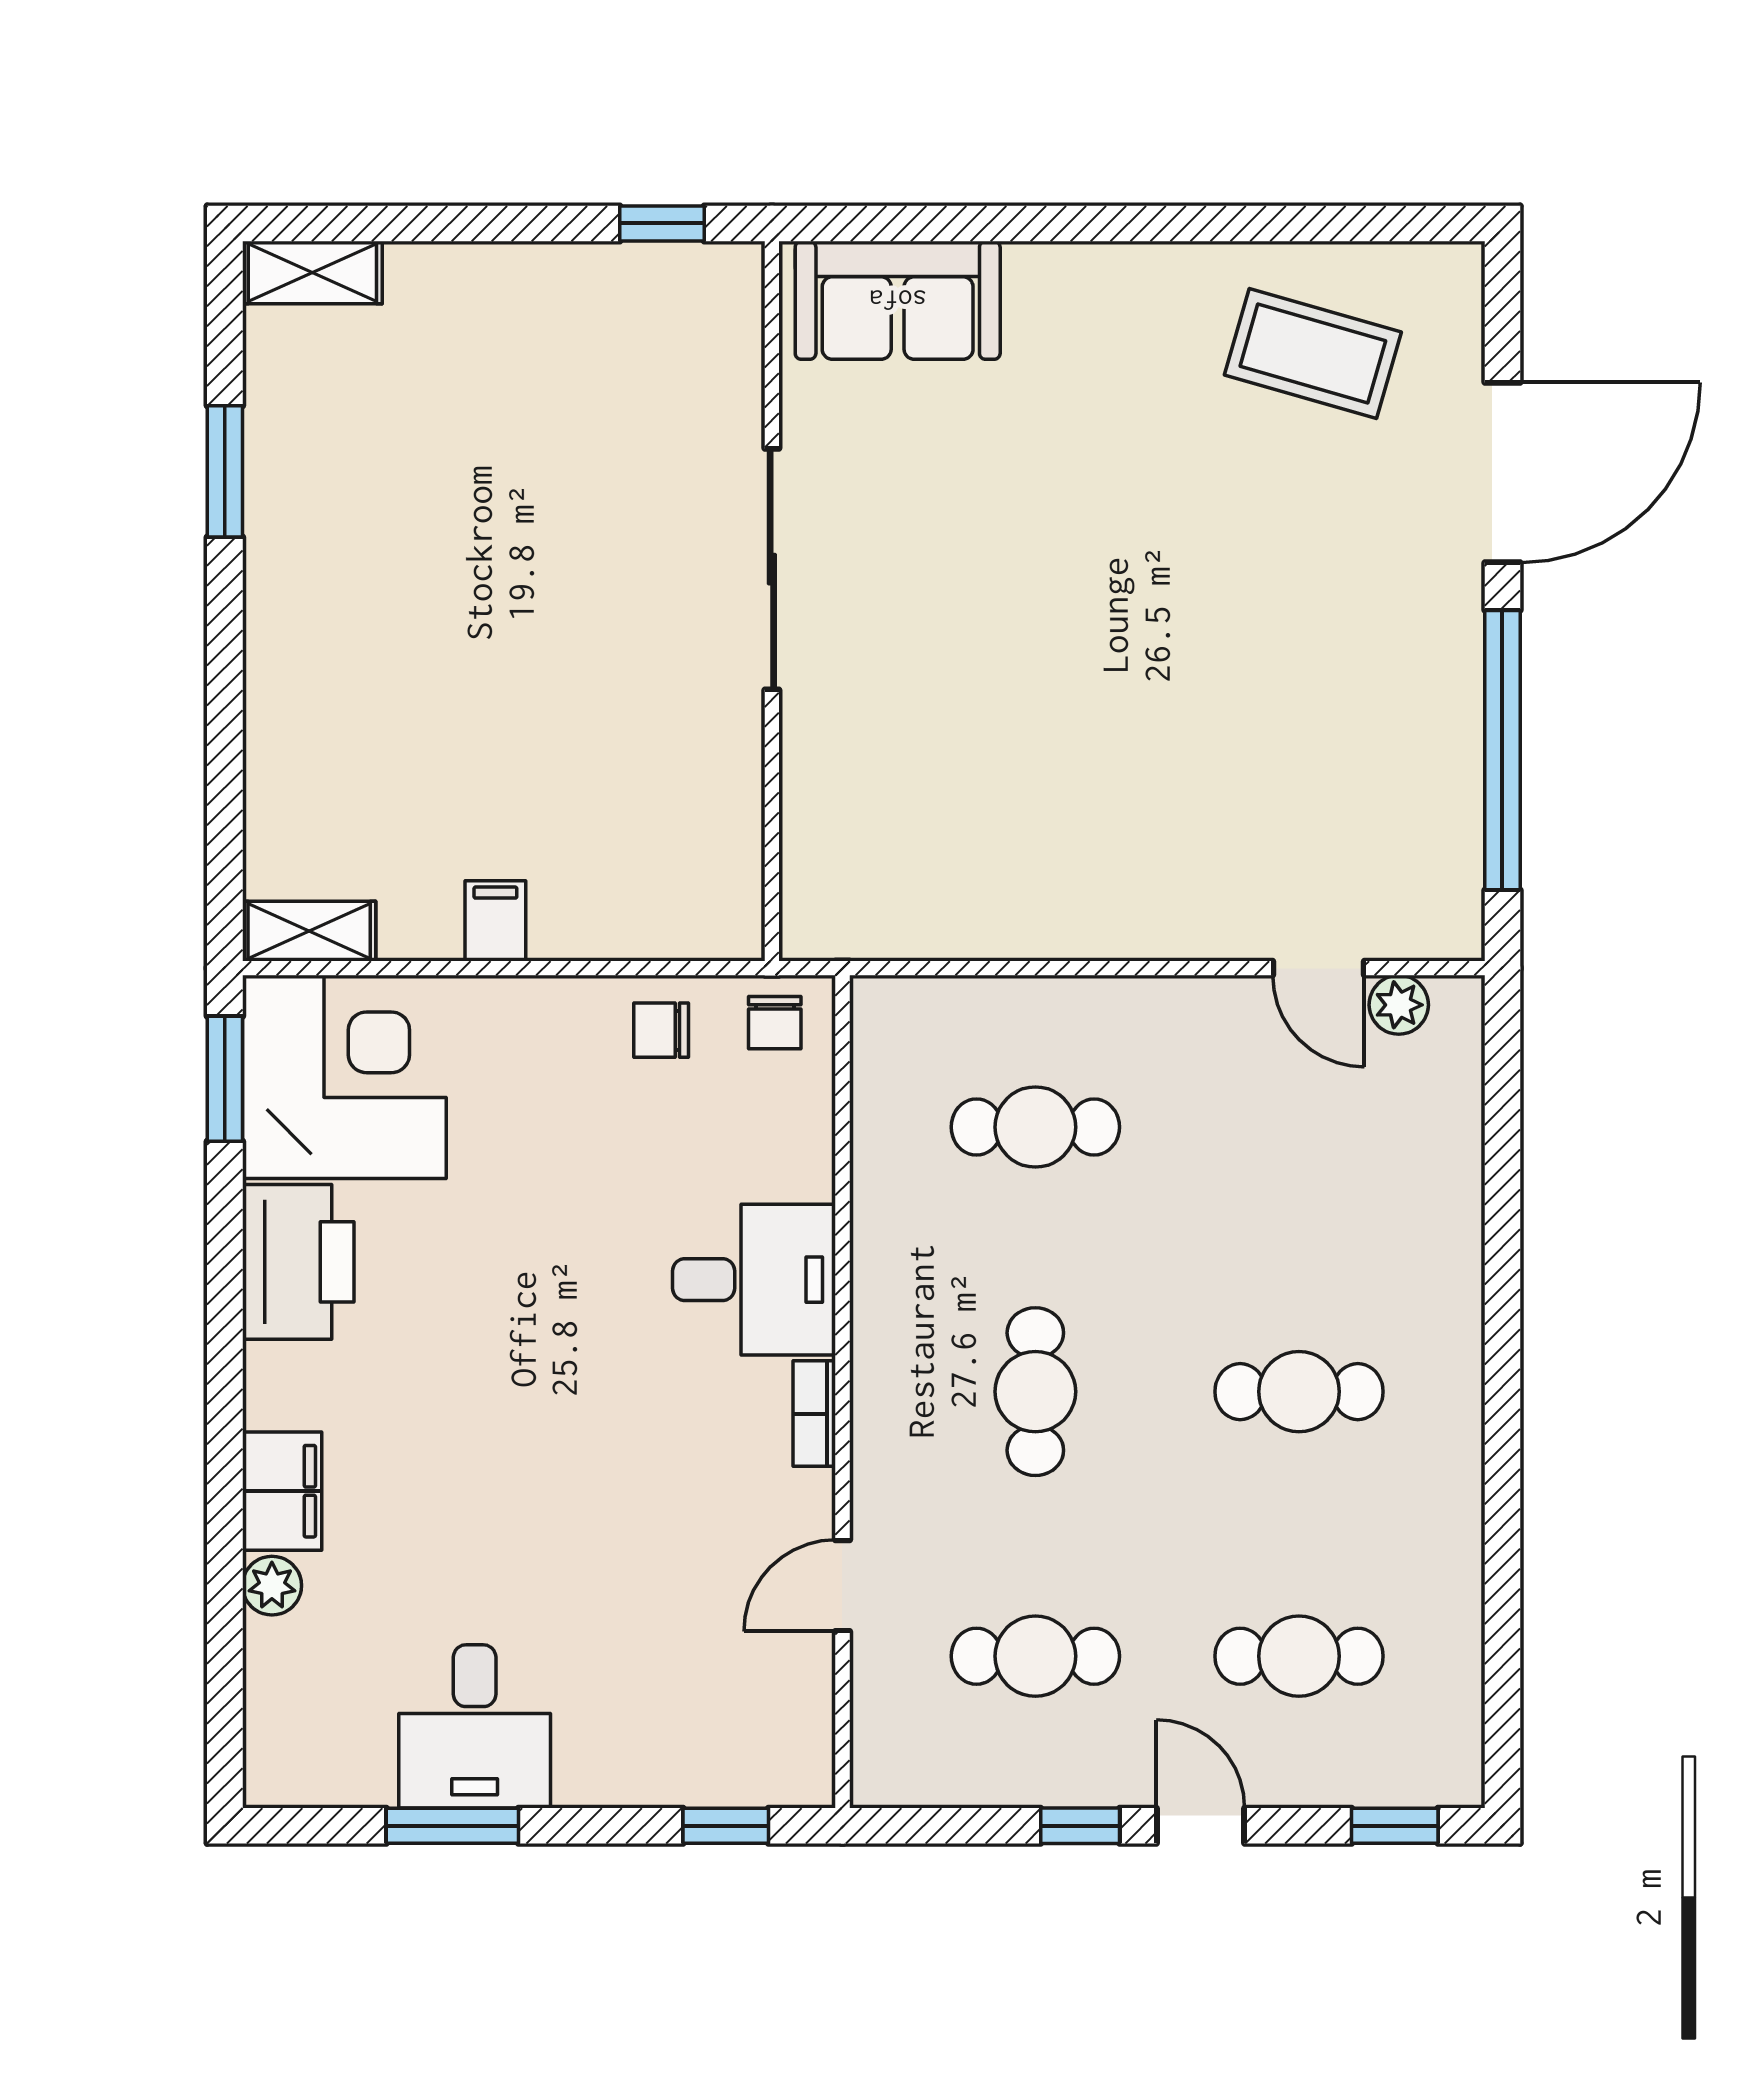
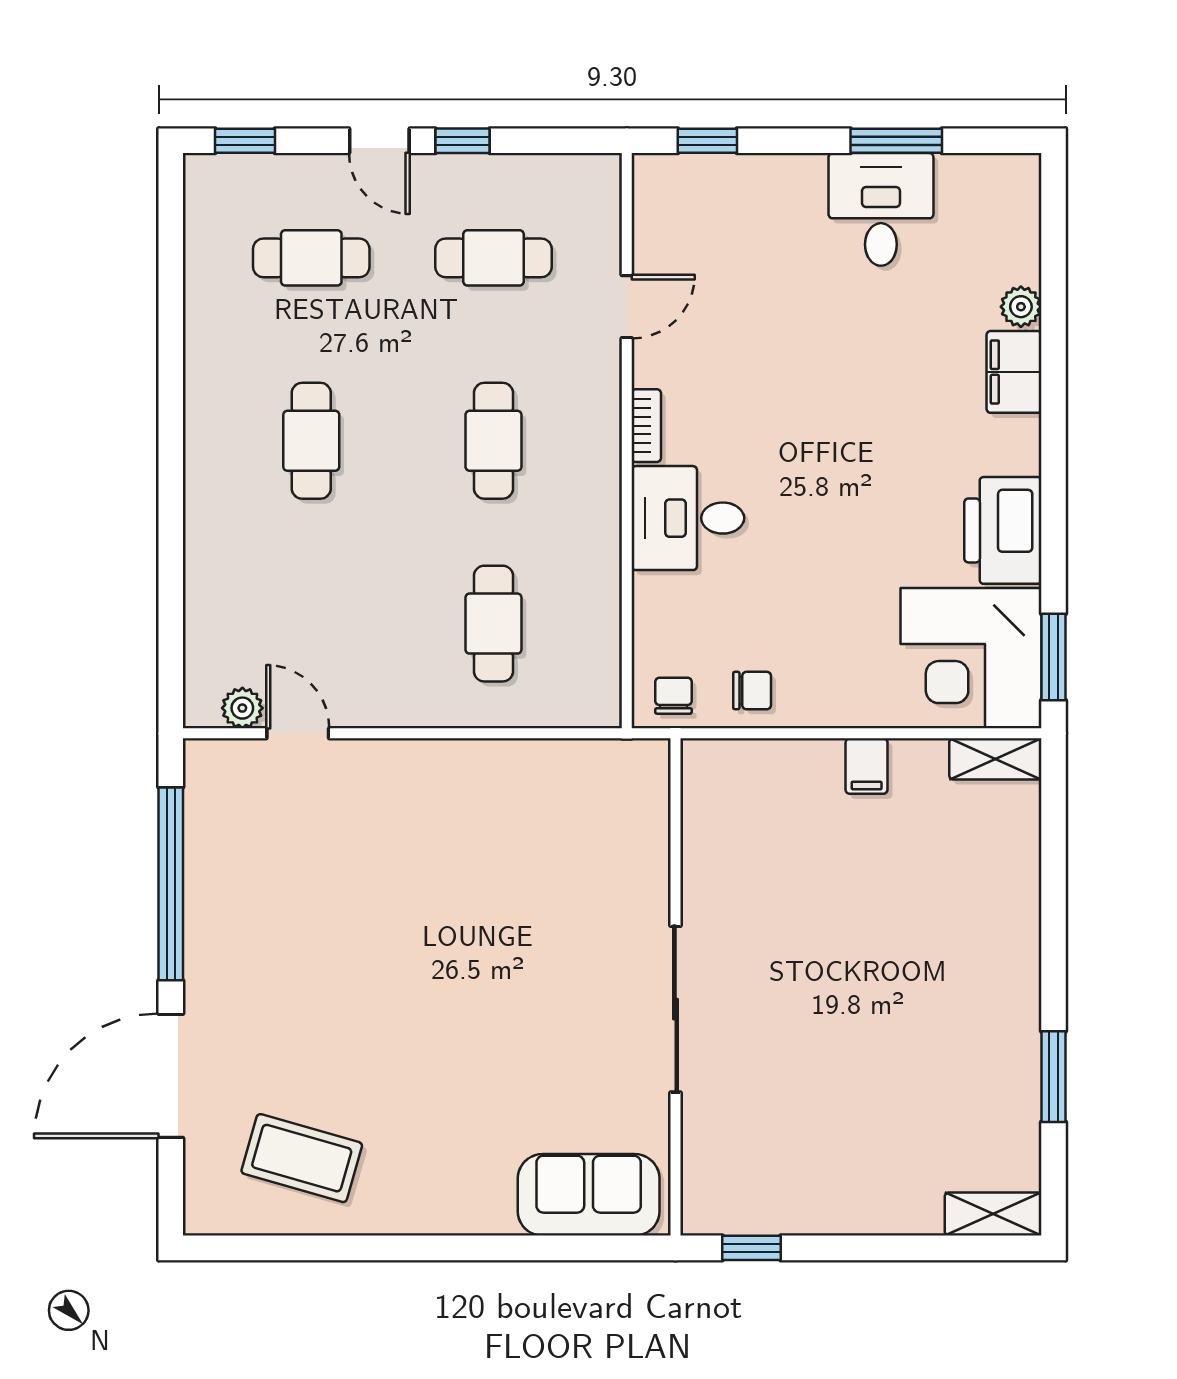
cafe table: (1035, 1127) -> (493, 624), turned 90
cafe table: (1299, 1392) -> (311, 441), turned 90

